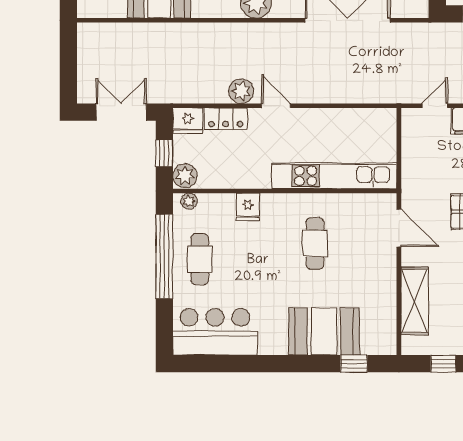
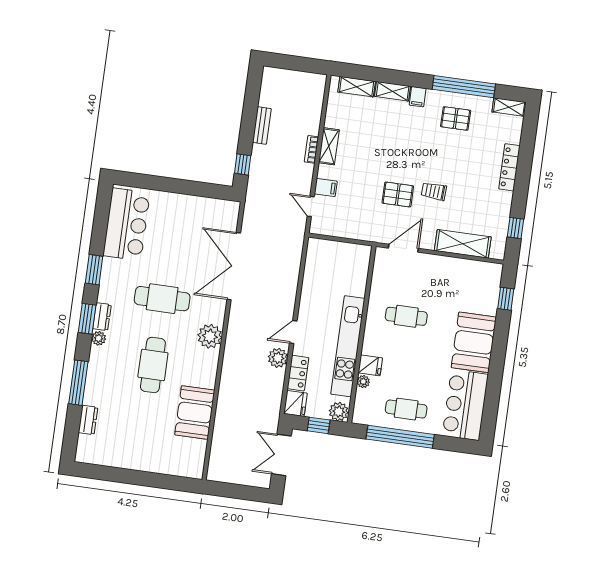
kitchen unit: (334, 176) -> (348, 346), moved
plant: (189, 201) -> (363, 382), moved
booth: (324, 331) -> (474, 342), moved

